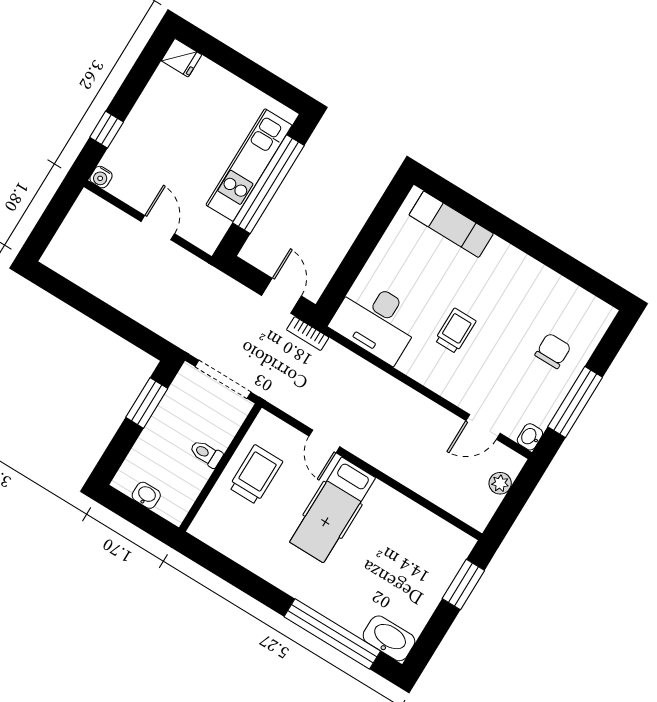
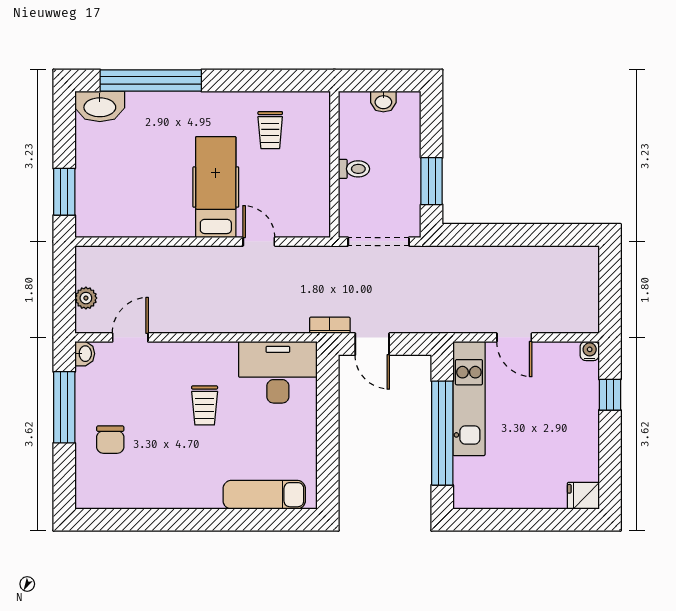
kitchen unit: (249, 165) -> (469, 398), moved
trolley: (256, 475) -> (270, 130), moved, width x0.73, depth x0.72

